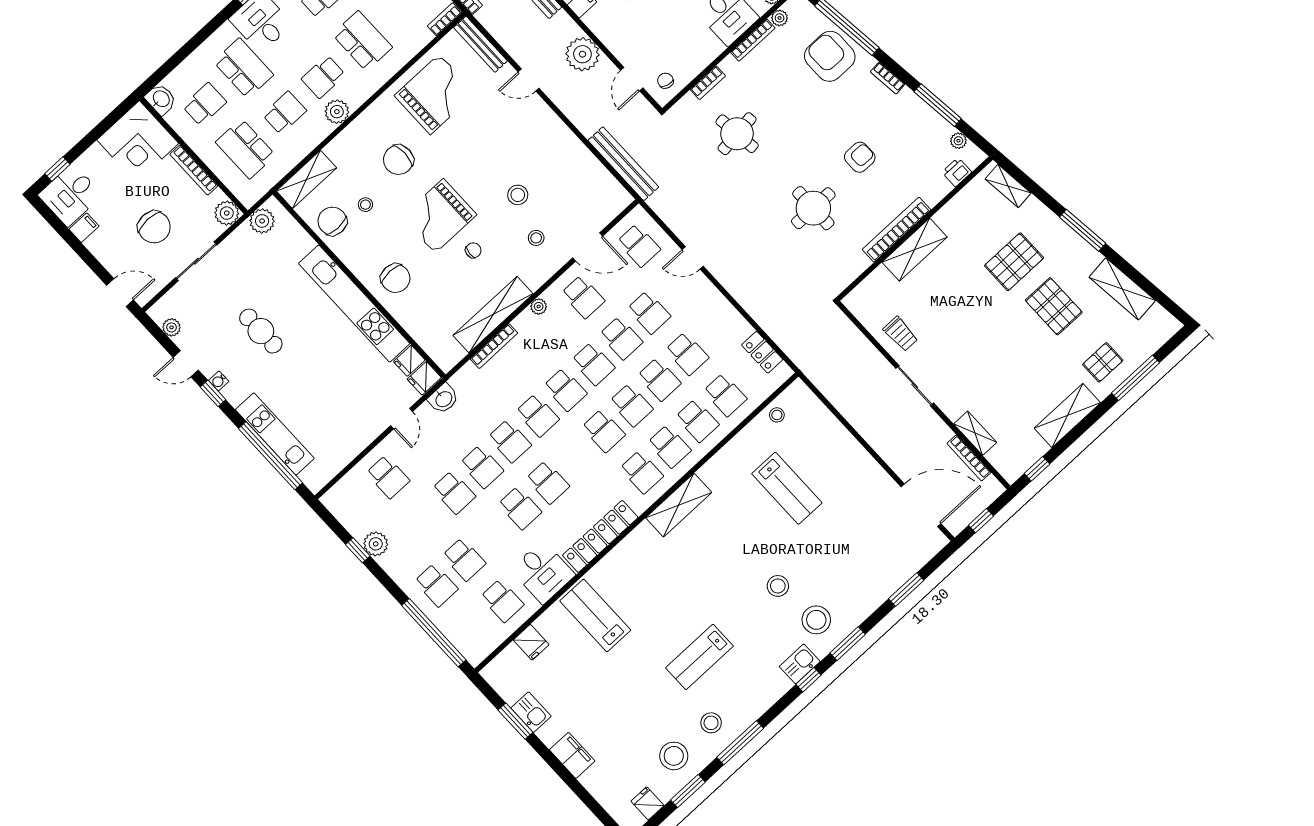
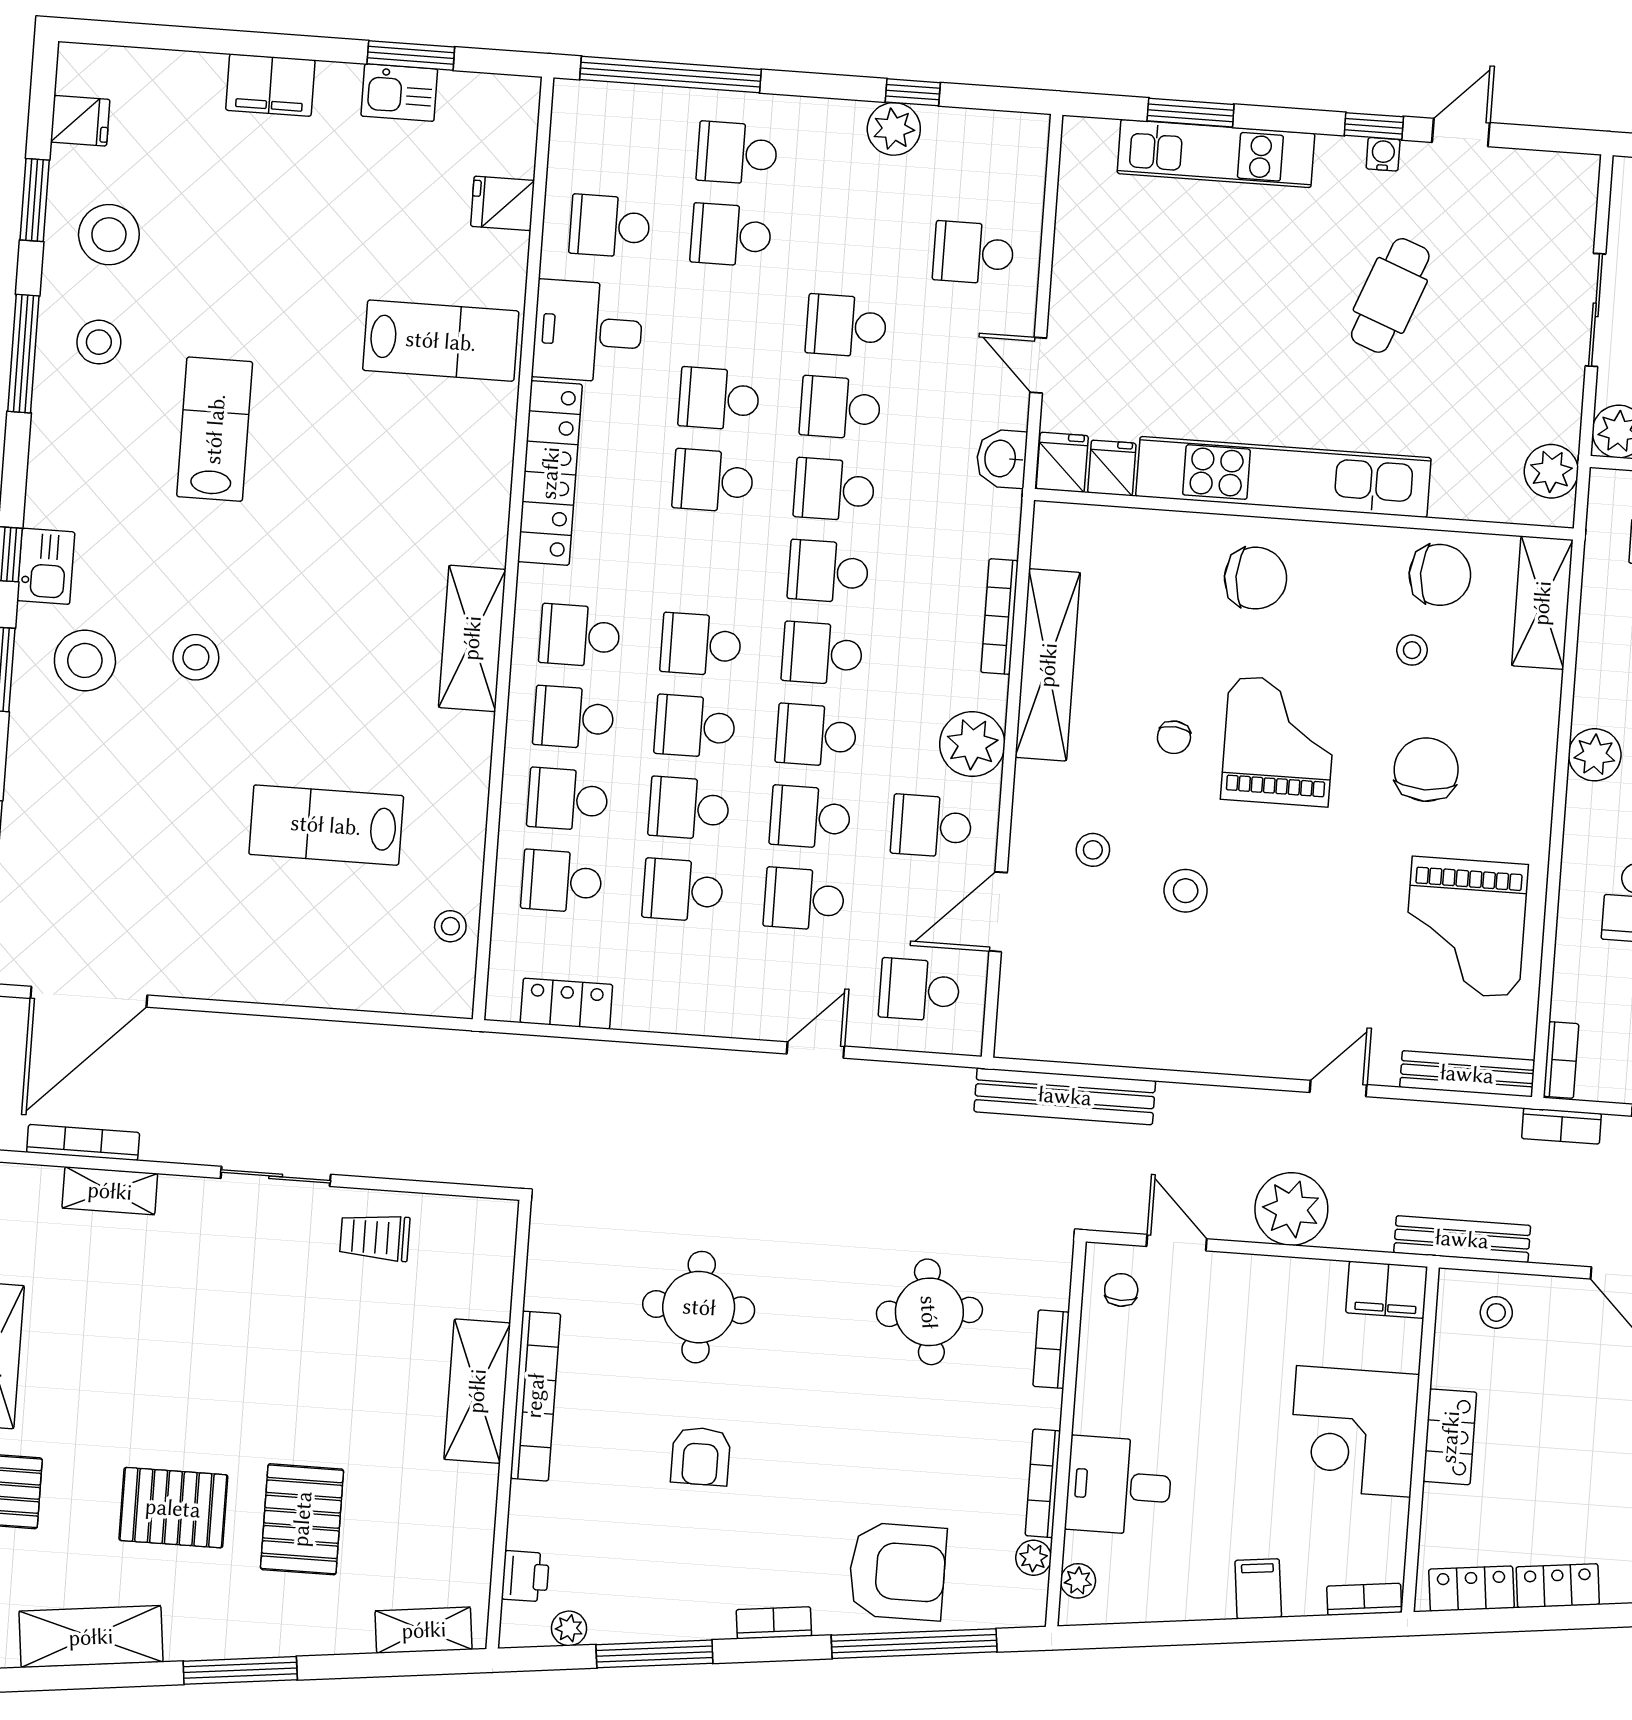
chair: (665, 81) -> (1121, 1290), turned -104
chair: (395, 278) -> (1256, 578), turned 180
plant: (539, 307) -> (972, 744), width x1.88, depth x1.88
plant: (172, 327) -> (1537, 169), removed
cafe table: (261, 331) -> (1390, 295), turned -69
window: (271, 456) -> (1191, 113), width x0.47

